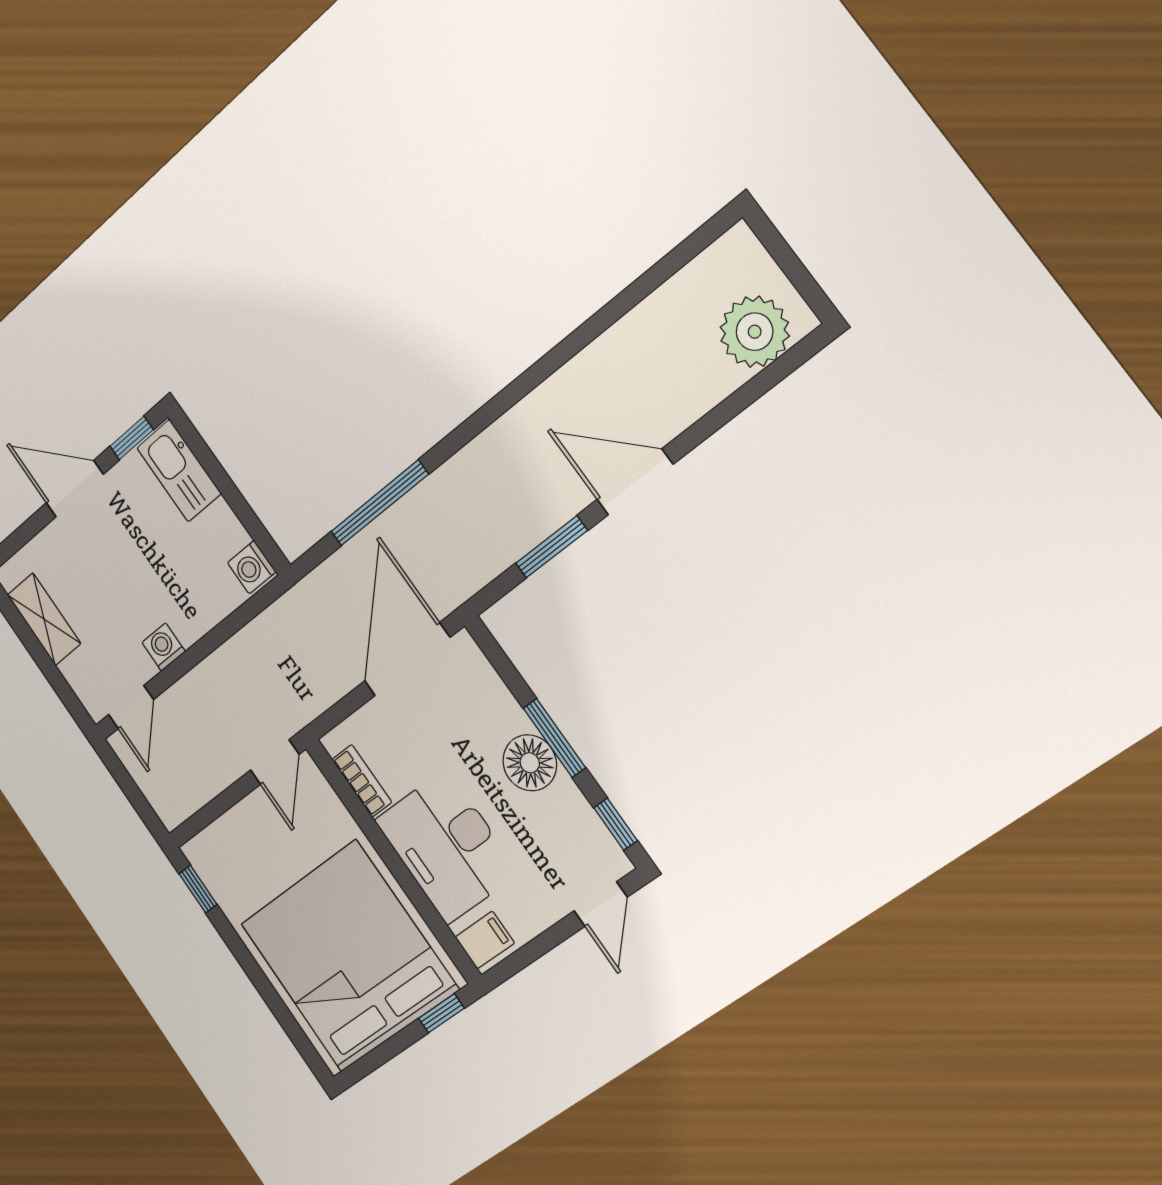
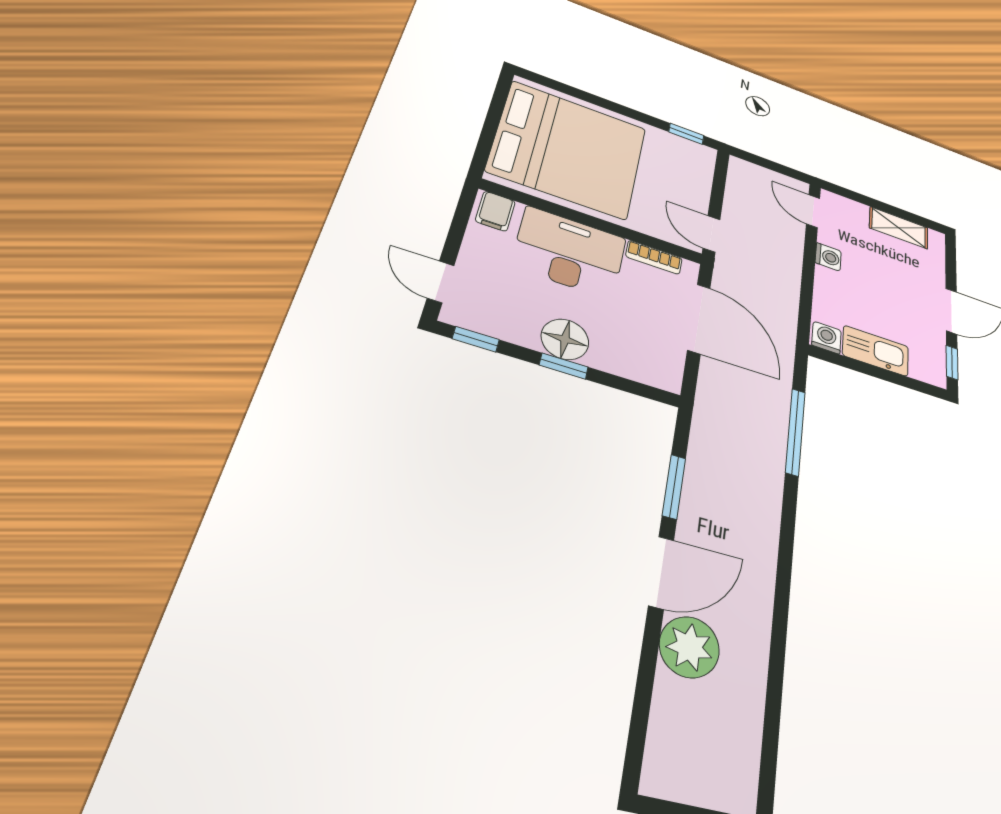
plant: (755, 332) -> (689, 647), moved
kitchen sink: (179, 471) -> (876, 351), moved
door: (407, 659) -> (699, 319), moved
window: (554, 738) -> (564, 366), width x0.67
window: (441, 1013) -> (483, 150), removed

